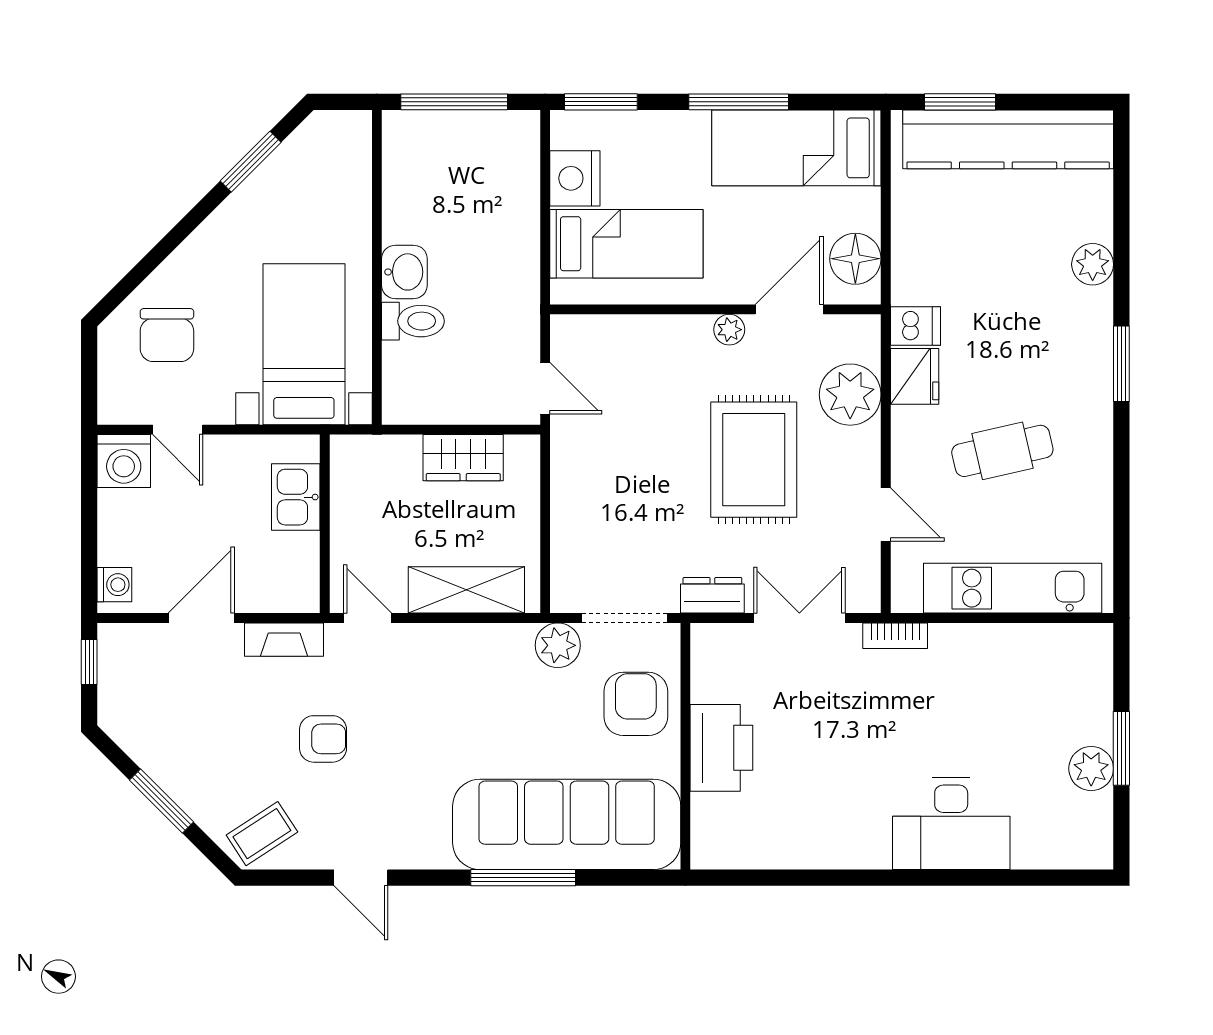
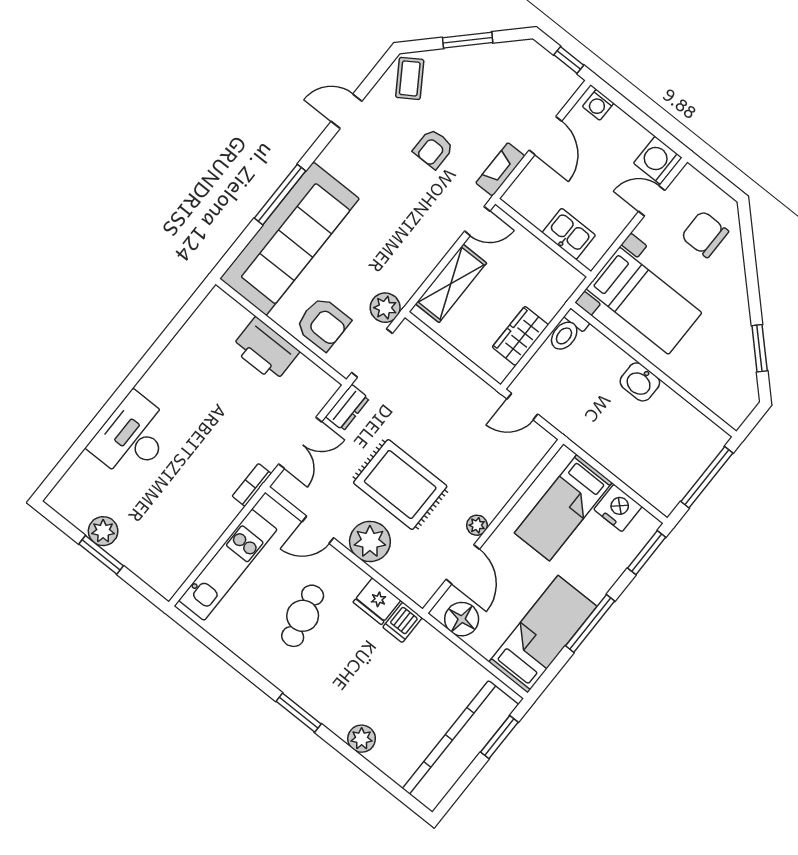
toilet: (413, 321) -> (568, 331), moved
plant: (850, 395) -> (370, 541), moved

